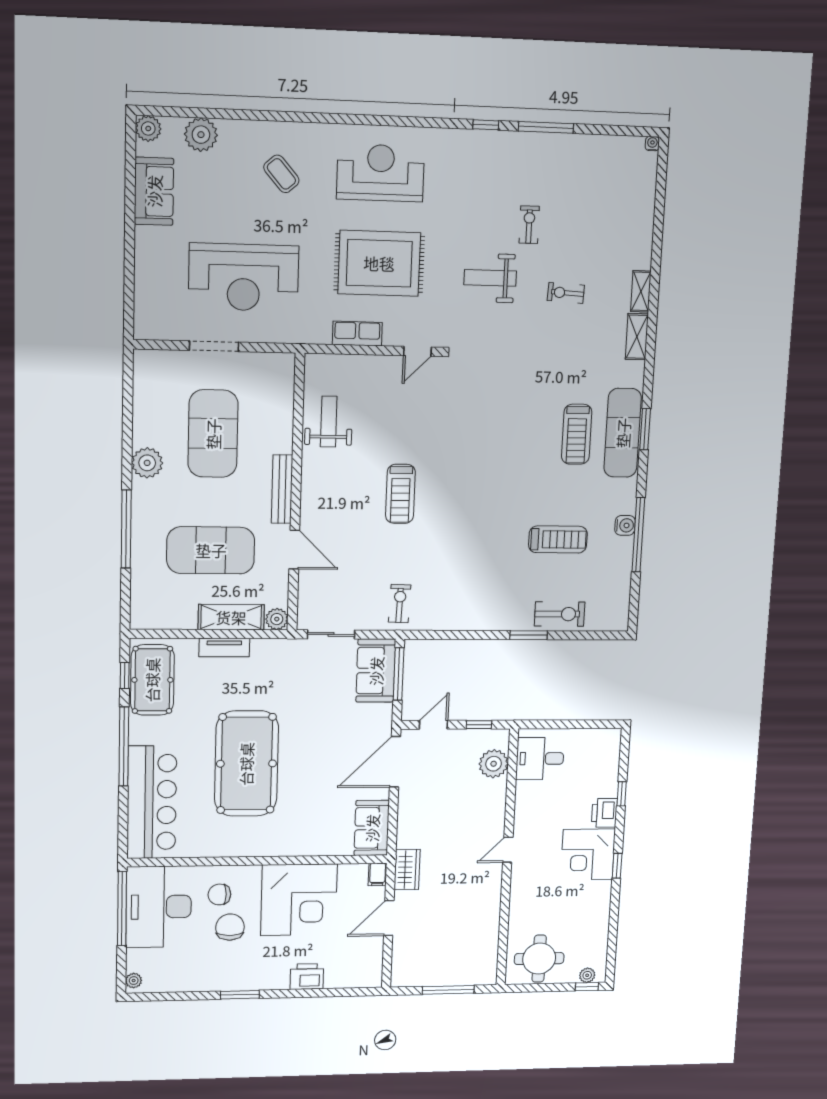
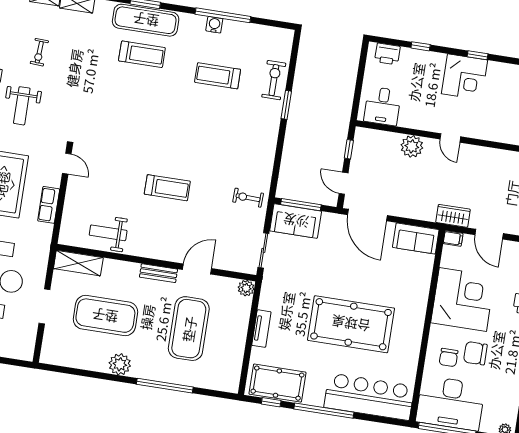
bench: (282, 489) -> (158, 273), width x0.73
treadmill: (558, 539) -> (218, 76), turned -90
shelving: (231, 617) -> (78, 263), moved, turned 90
plant: (494, 764) -> (412, 146), moved
printer: (604, 813) -> (387, 54), moved

